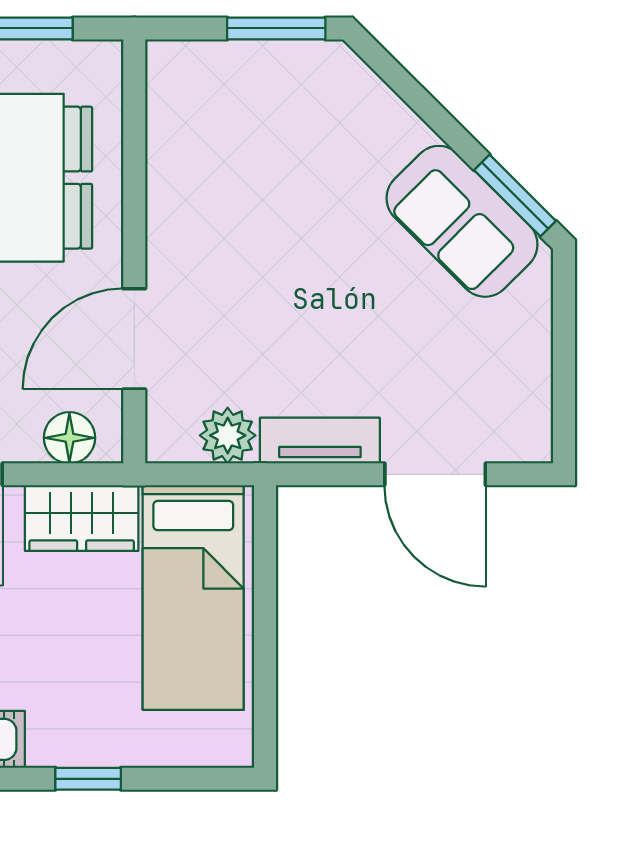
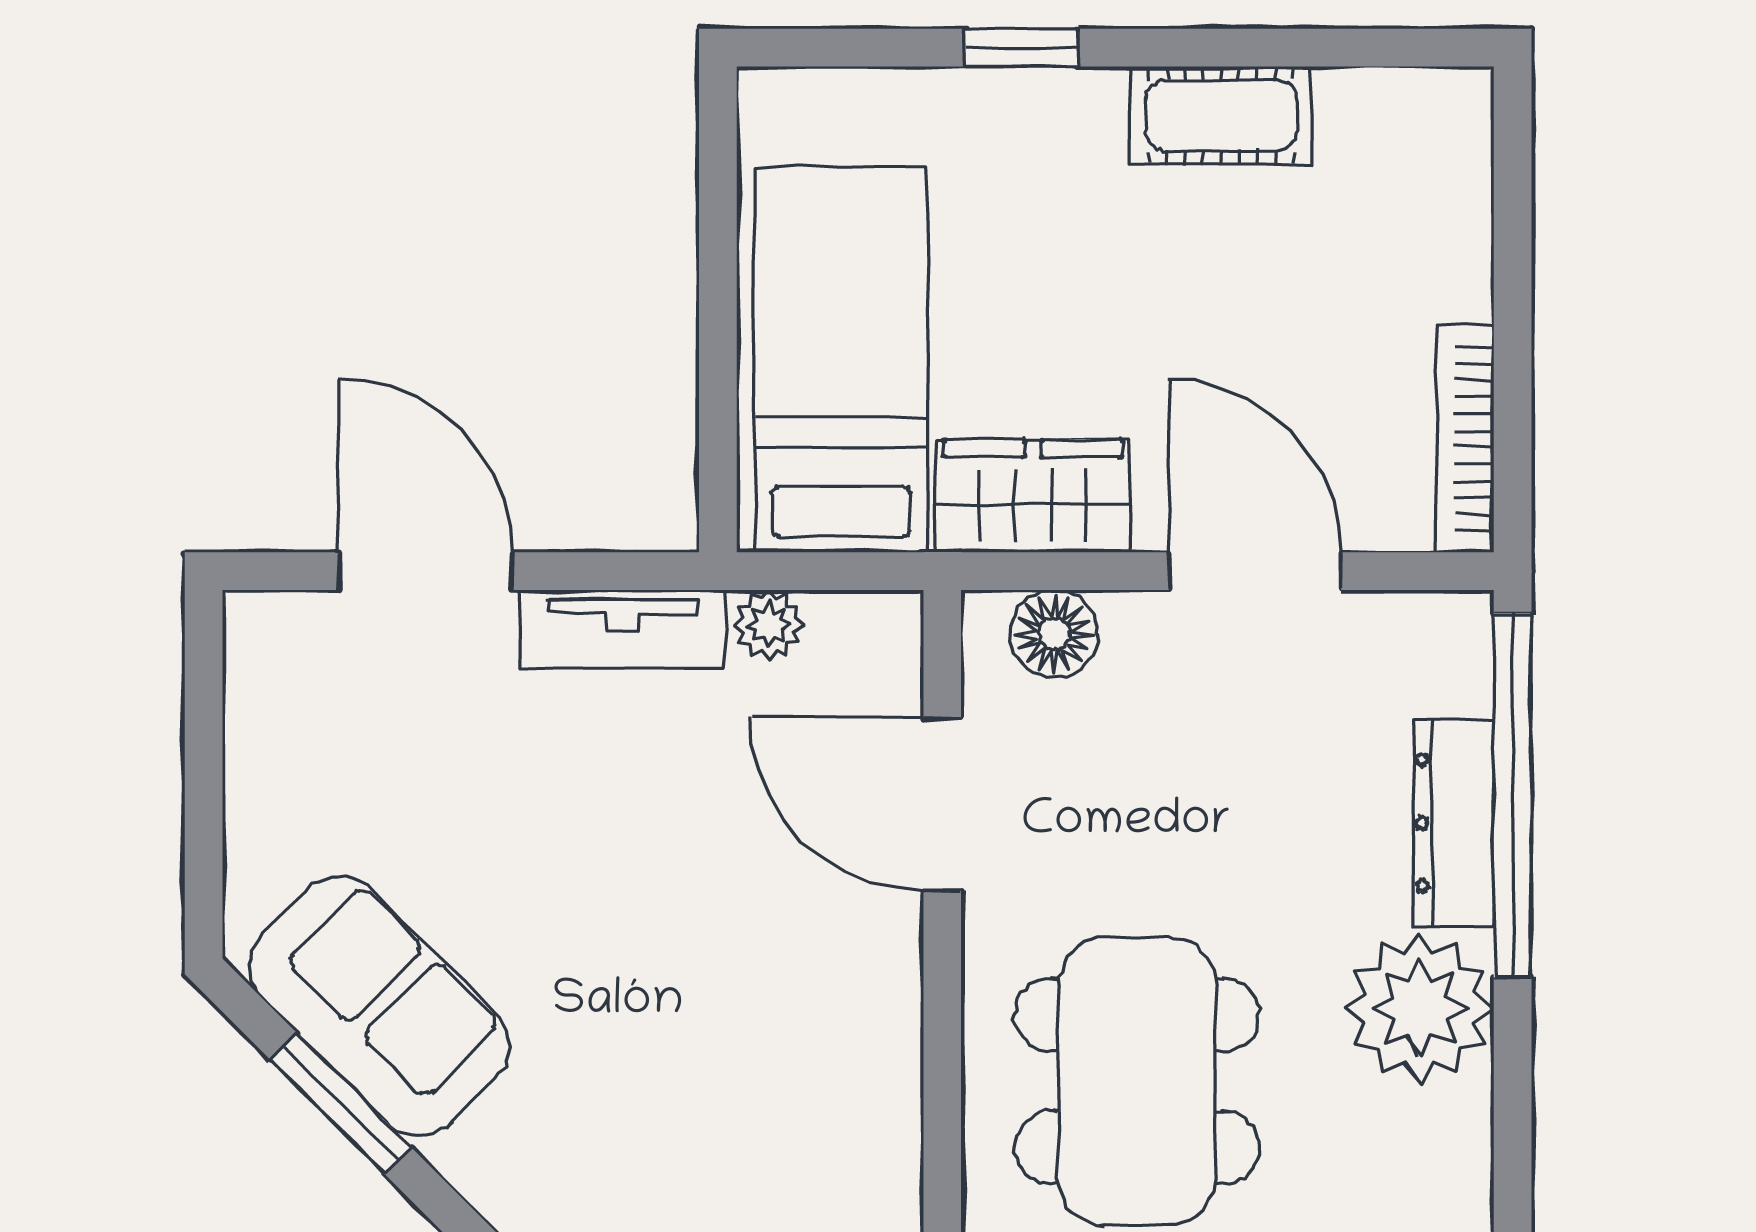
window: (515, 195) -> (341, 1104), moved
door: (134, 339) -> (942, 804), swing flipped
plant: (228, 435) -> (769, 625), width x0.73, depth x0.73

